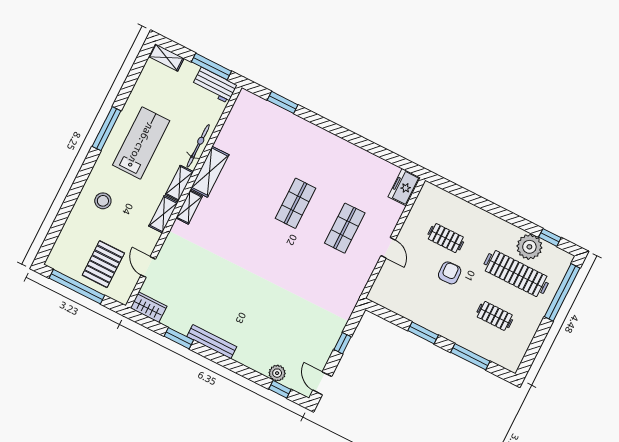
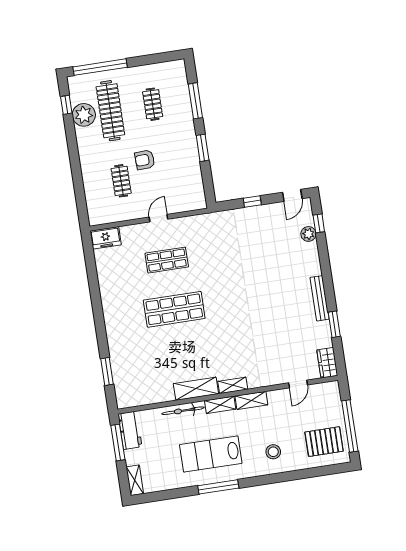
shop shelf: (295, 203) -> (174, 309), width x1.43, depth x1.36
pallet: (103, 264) -> (324, 442), moved

